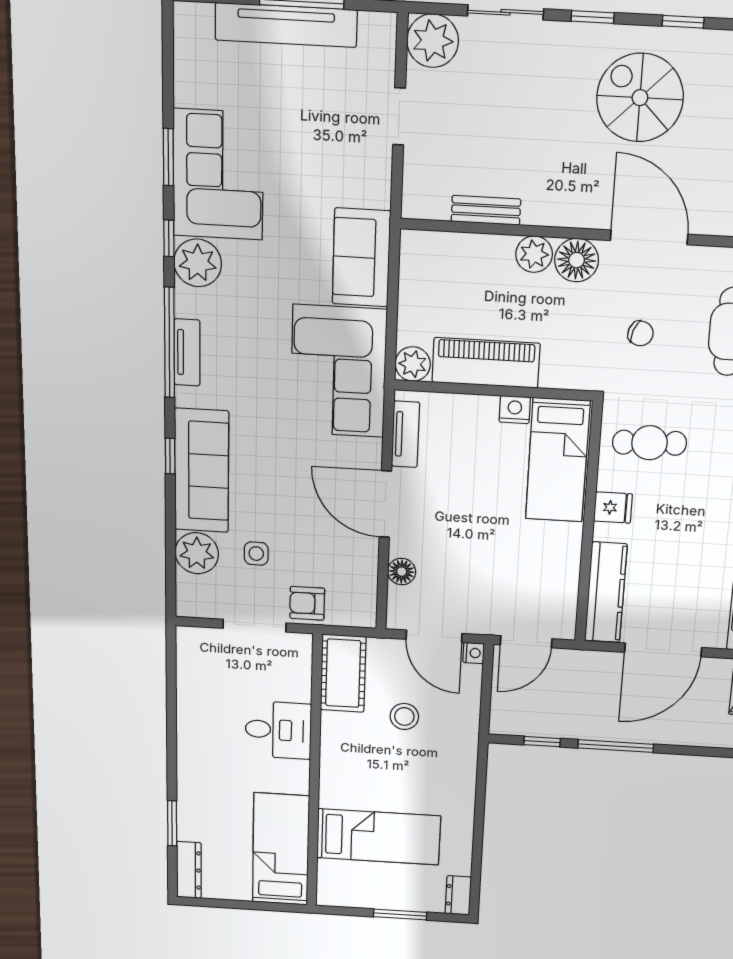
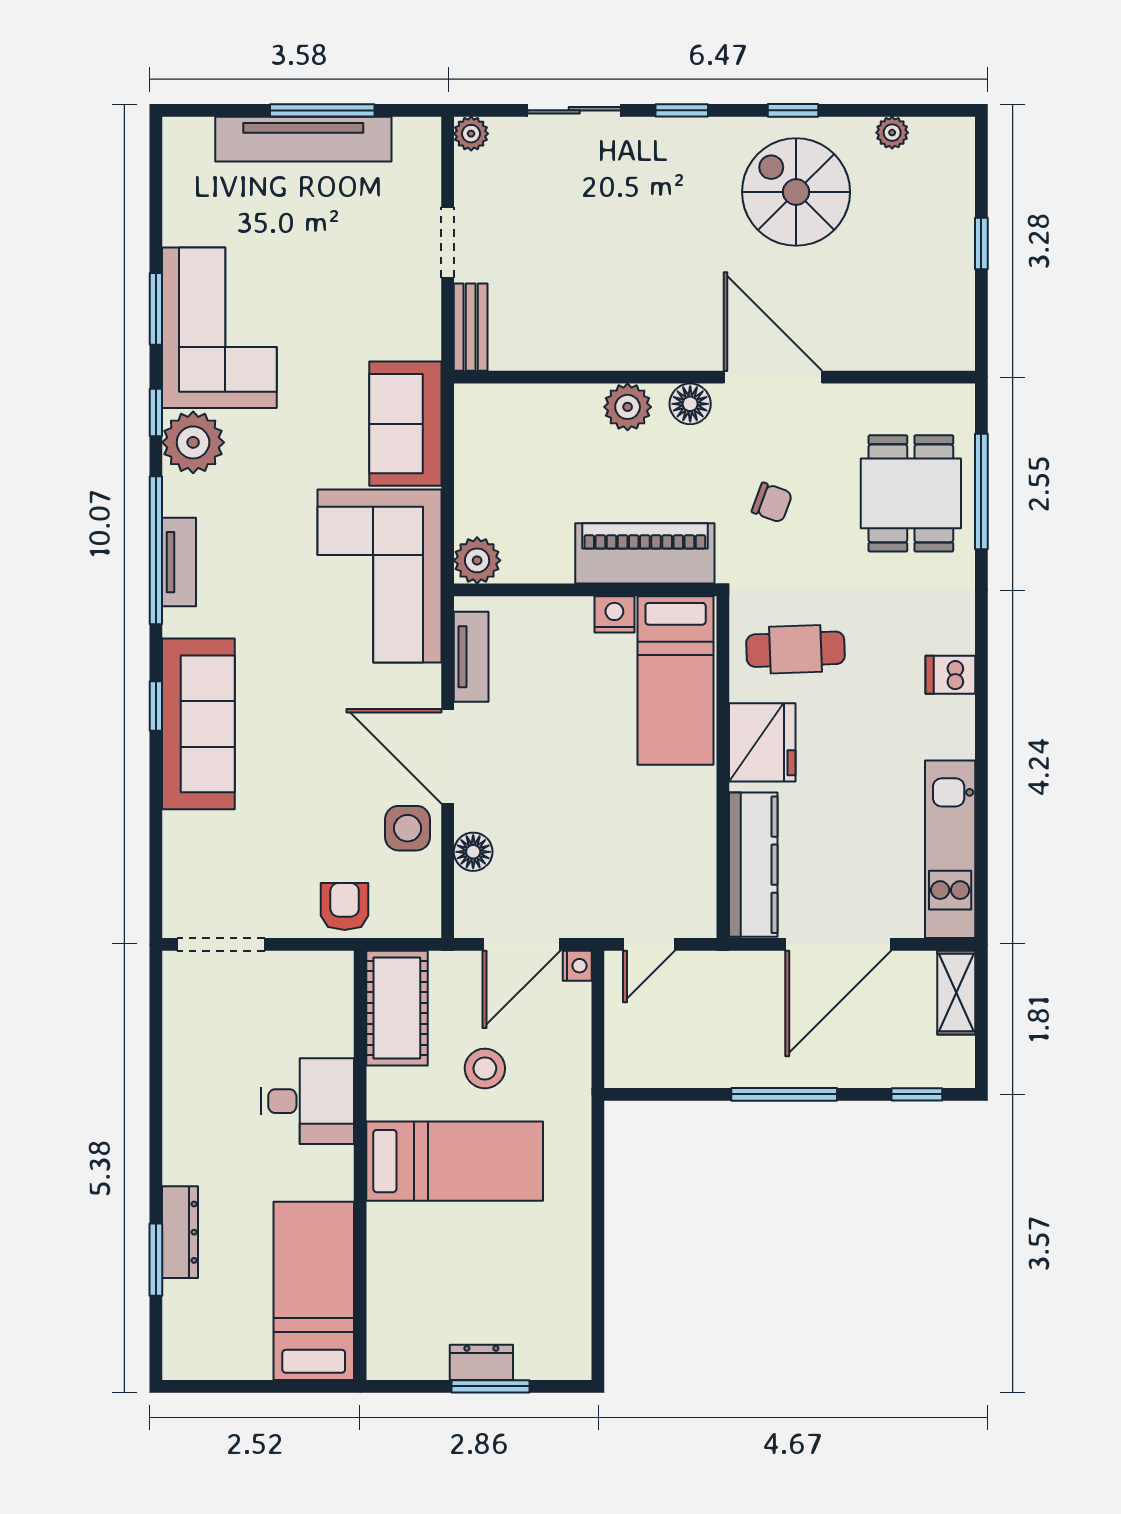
plant: (433, 41) -> (471, 134), width x0.53, depth x0.53
spiral stairs: (640, 98) -> (796, 192), moved
bench: (486, 210) -> (471, 327), moved, turned 90
floor lamp: (577, 260) -> (690, 404), width x0.73, depth x0.73
piano: (486, 363) -> (645, 553), moved
fridge: (613, 508) -> (762, 742), width x1.88, depth x1.34
plant: (197, 553) -> (192, 843), removed
side table: (256, 554) -> (407, 828), moved, width x1.37, depth x1.37
armchair: (307, 603) -> (345, 906), turned 90
doorway: (255, 626) -> (221, 944), moved
door: (434, 636) -> (521, 944), hinge flipped
door: (526, 642) -> (649, 944), width x0.73
window: (542, 742) -> (917, 1094), moved
bed: (378, 837) -> (455, 1161), moved
dresser: (189, 870) -> (180, 1232), moved
dresser: (458, 895) -> (481, 1362), moved, turned 90

